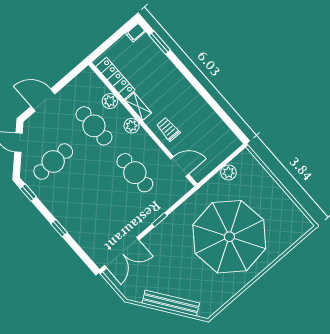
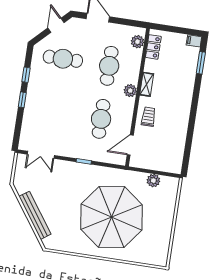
locker: (115, 78) -> (153, 47), width x0.66
plant: (110, 101) -> (138, 42), moved
door: (180, 166) -> (130, 145), swing flipped
window: (28, 193) -> (26, 75), moved
double door: (122, 253) -> (41, 155), width x0.73

